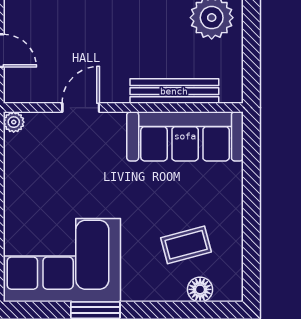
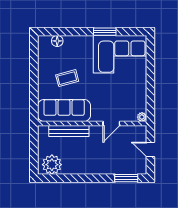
coffee table: (186, 245) -> (67, 78), moved

